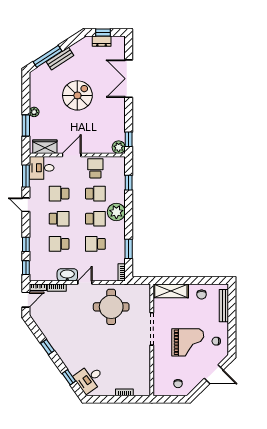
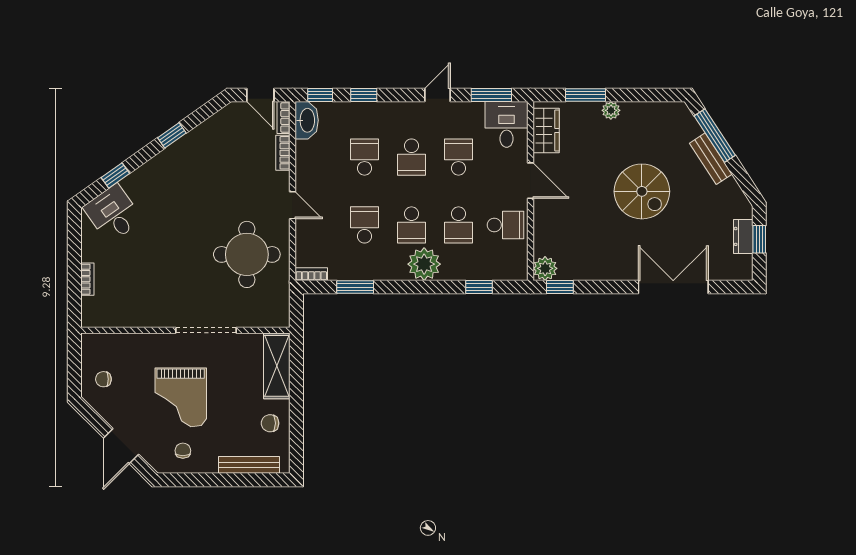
washbasin: (67, 275) -> (307, 120), moved

